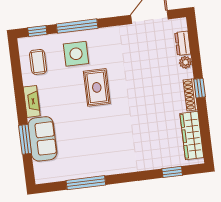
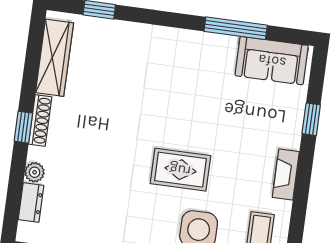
rug: (97, 87) -> (180, 170), turned 90
window: (25, 139) -> (311, 119), width x0.67
sofa: (42, 139) -> (272, 61), moved, turned -90

